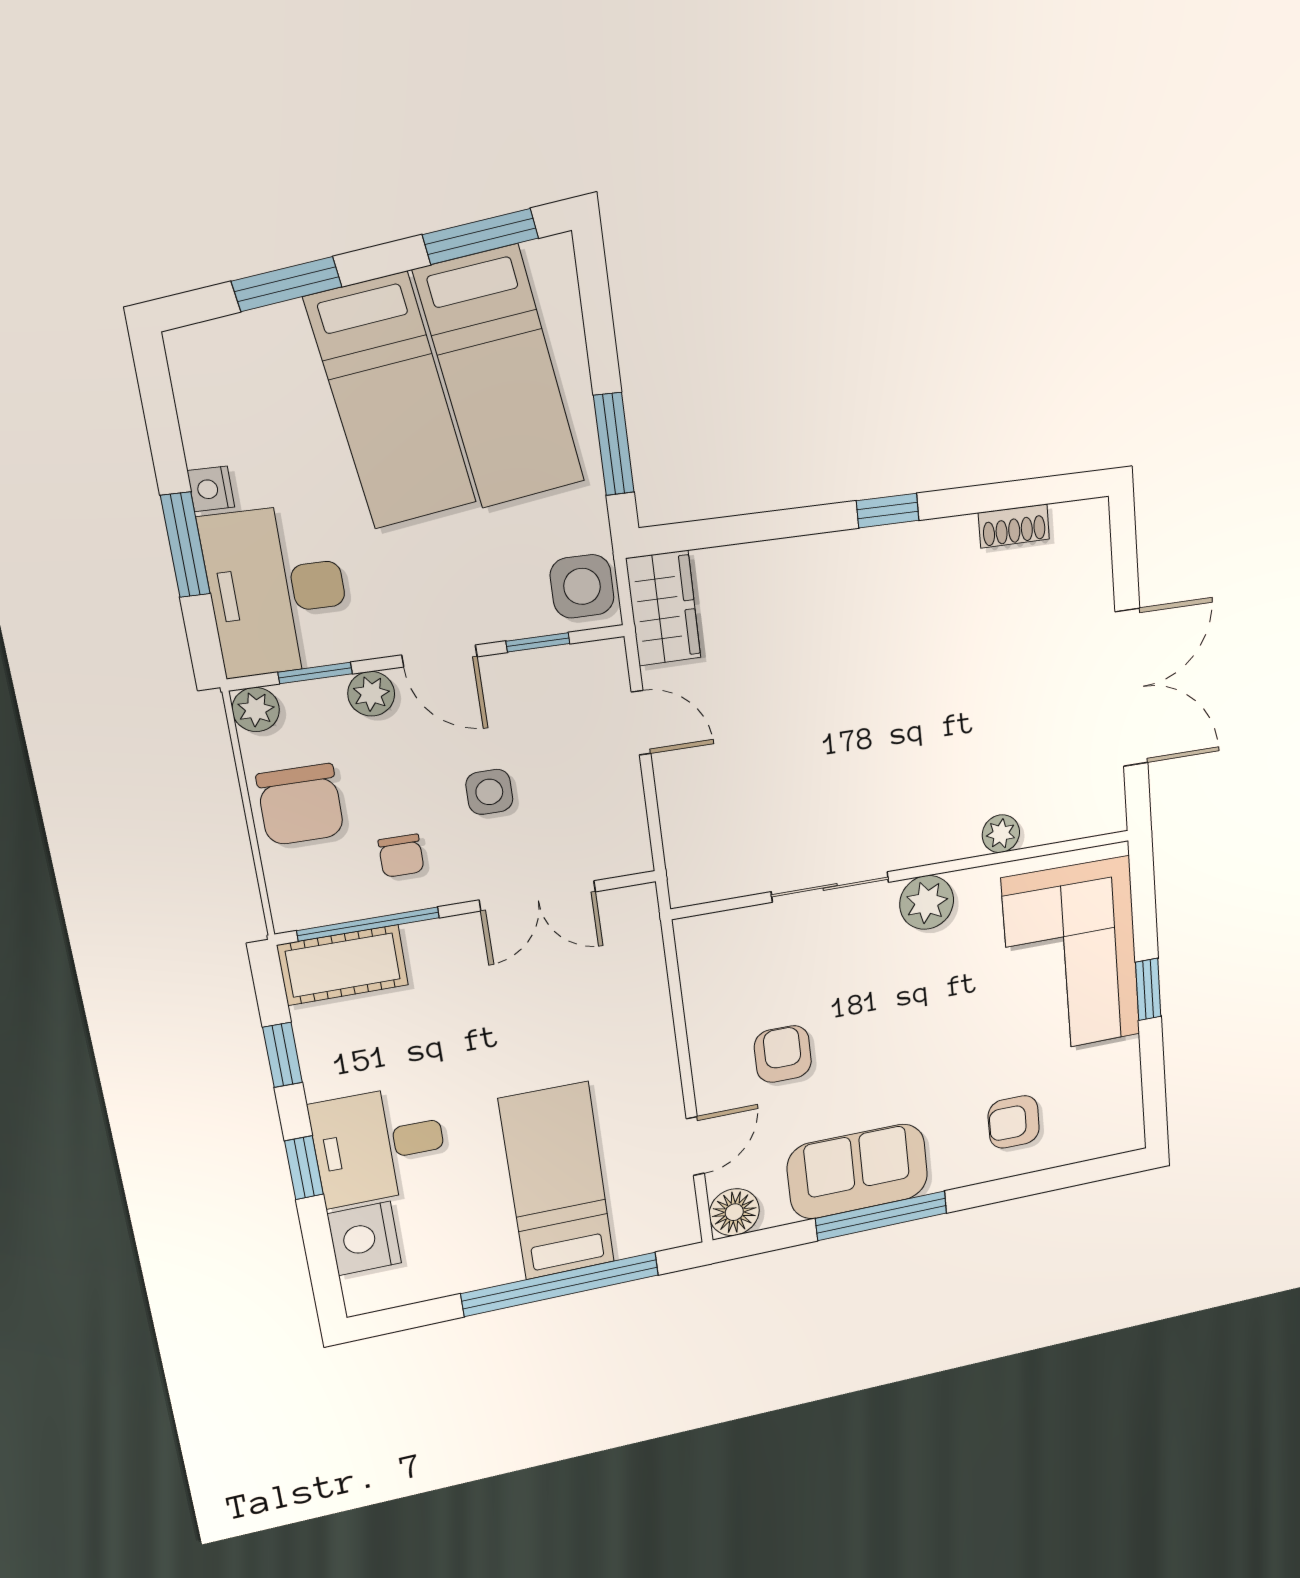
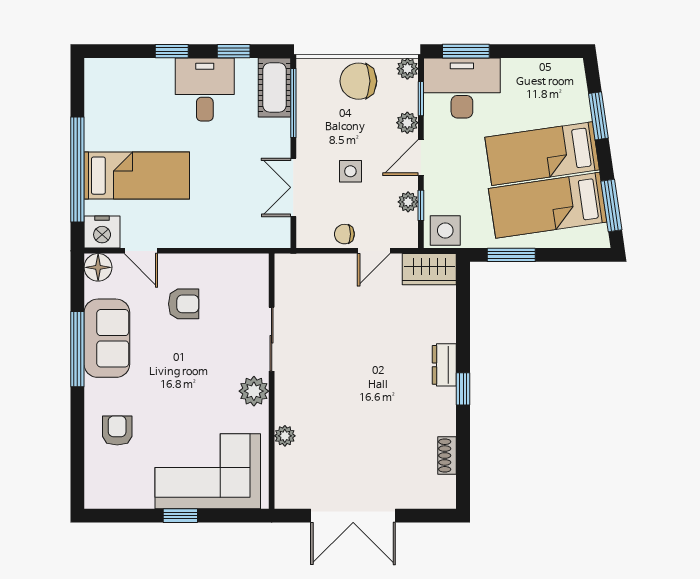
nightstand: (211, 489) -> (512, 67), removed
window: (185, 545) -> (466, 51), moved
dresser: (846, 554) -> (444, 365), added
plant: (534, 669) -> (408, 202), added
chair: (401, 856) -> (344, 234), moved
desk: (379, 1145) -> (205, 90), moved
nightstand: (364, 1238) -> (102, 232), moved, turned 180

